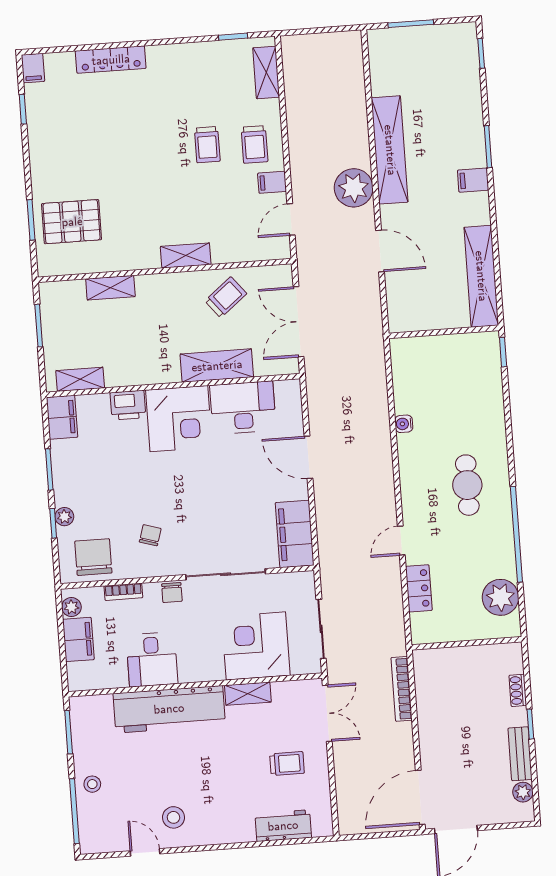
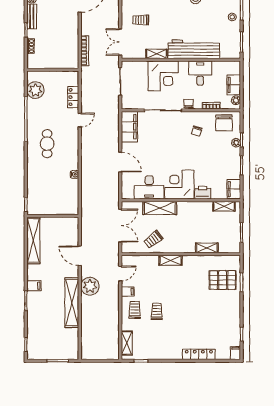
corner desk: (256, 646) -> (163, 76), moved

